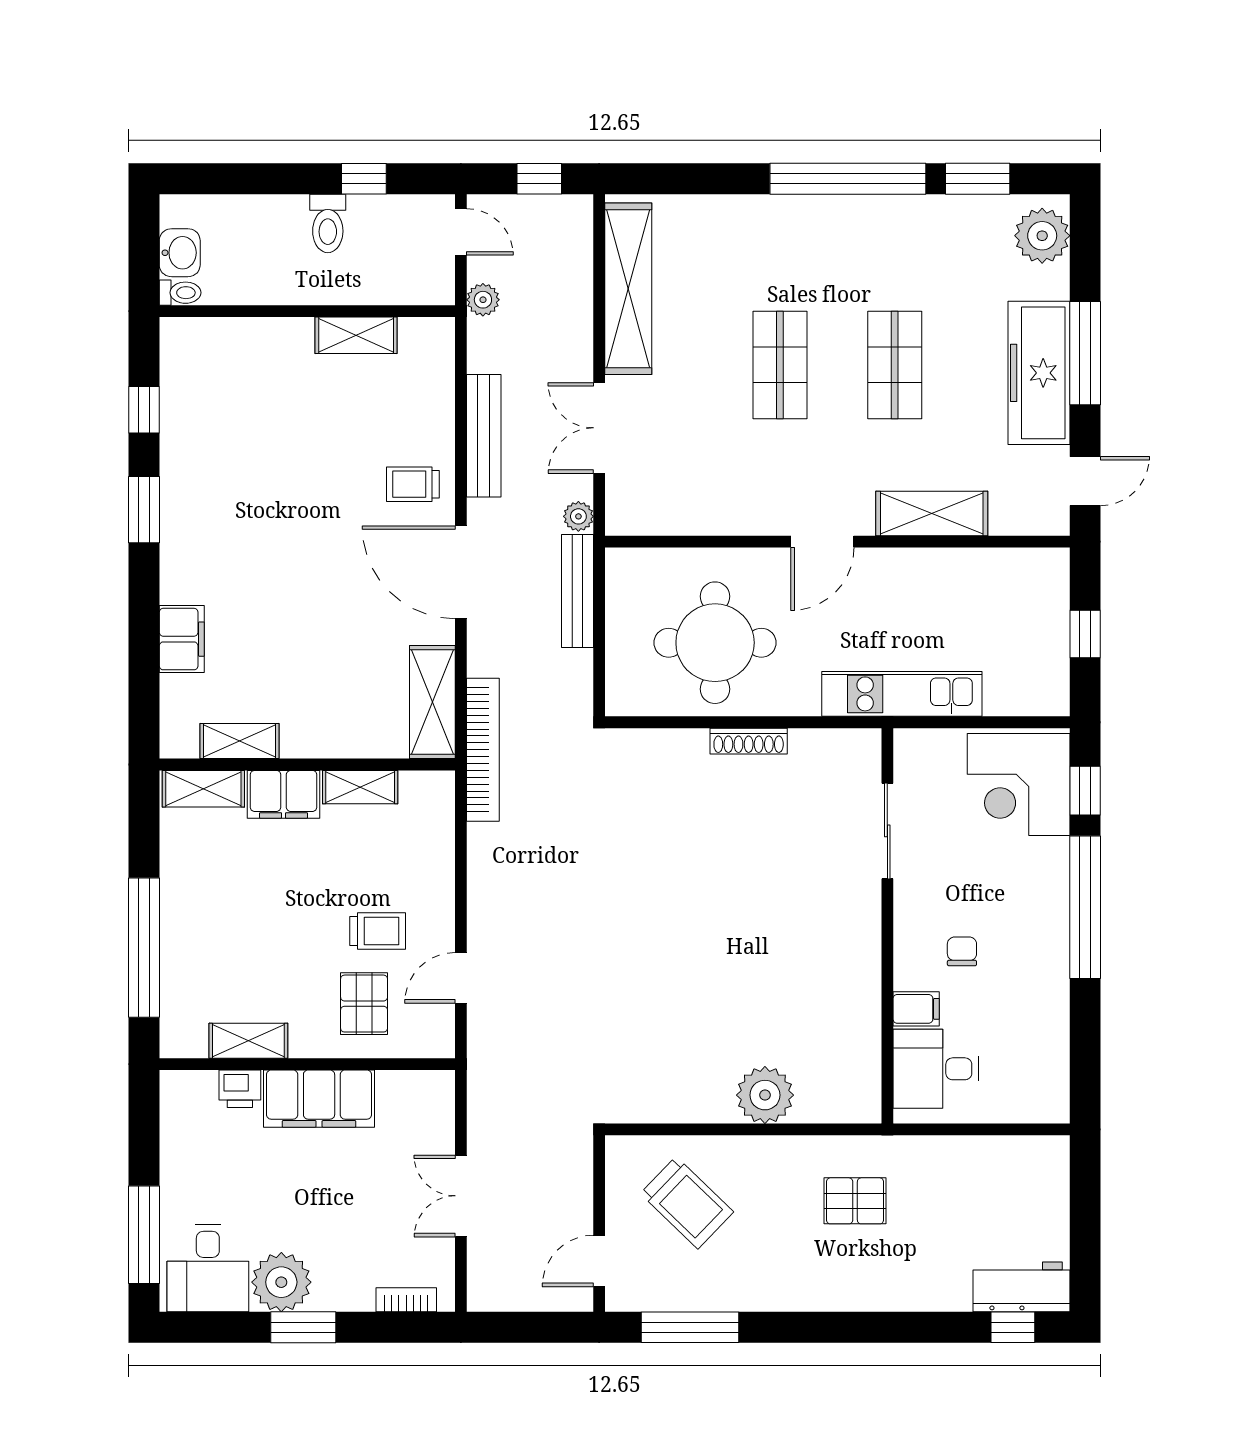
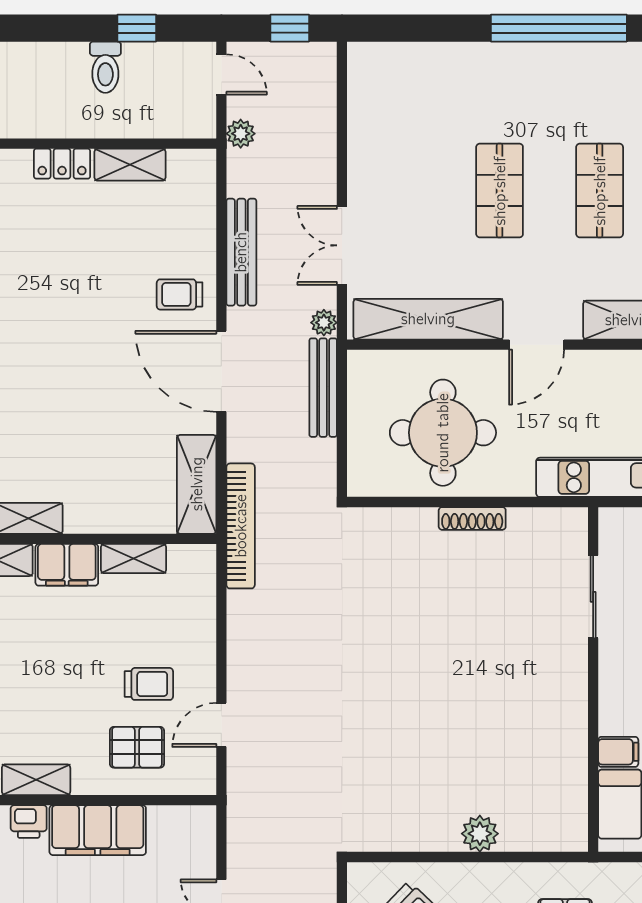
shelving: (628, 289) -> (428, 319), moved, turned 90
locker: (278, 334) -> (62, 164), added
pallet: (364, 1004) -> (137, 747), turned 90
plant: (765, 1095) -> (480, 834), width x0.73, depth x0.73

